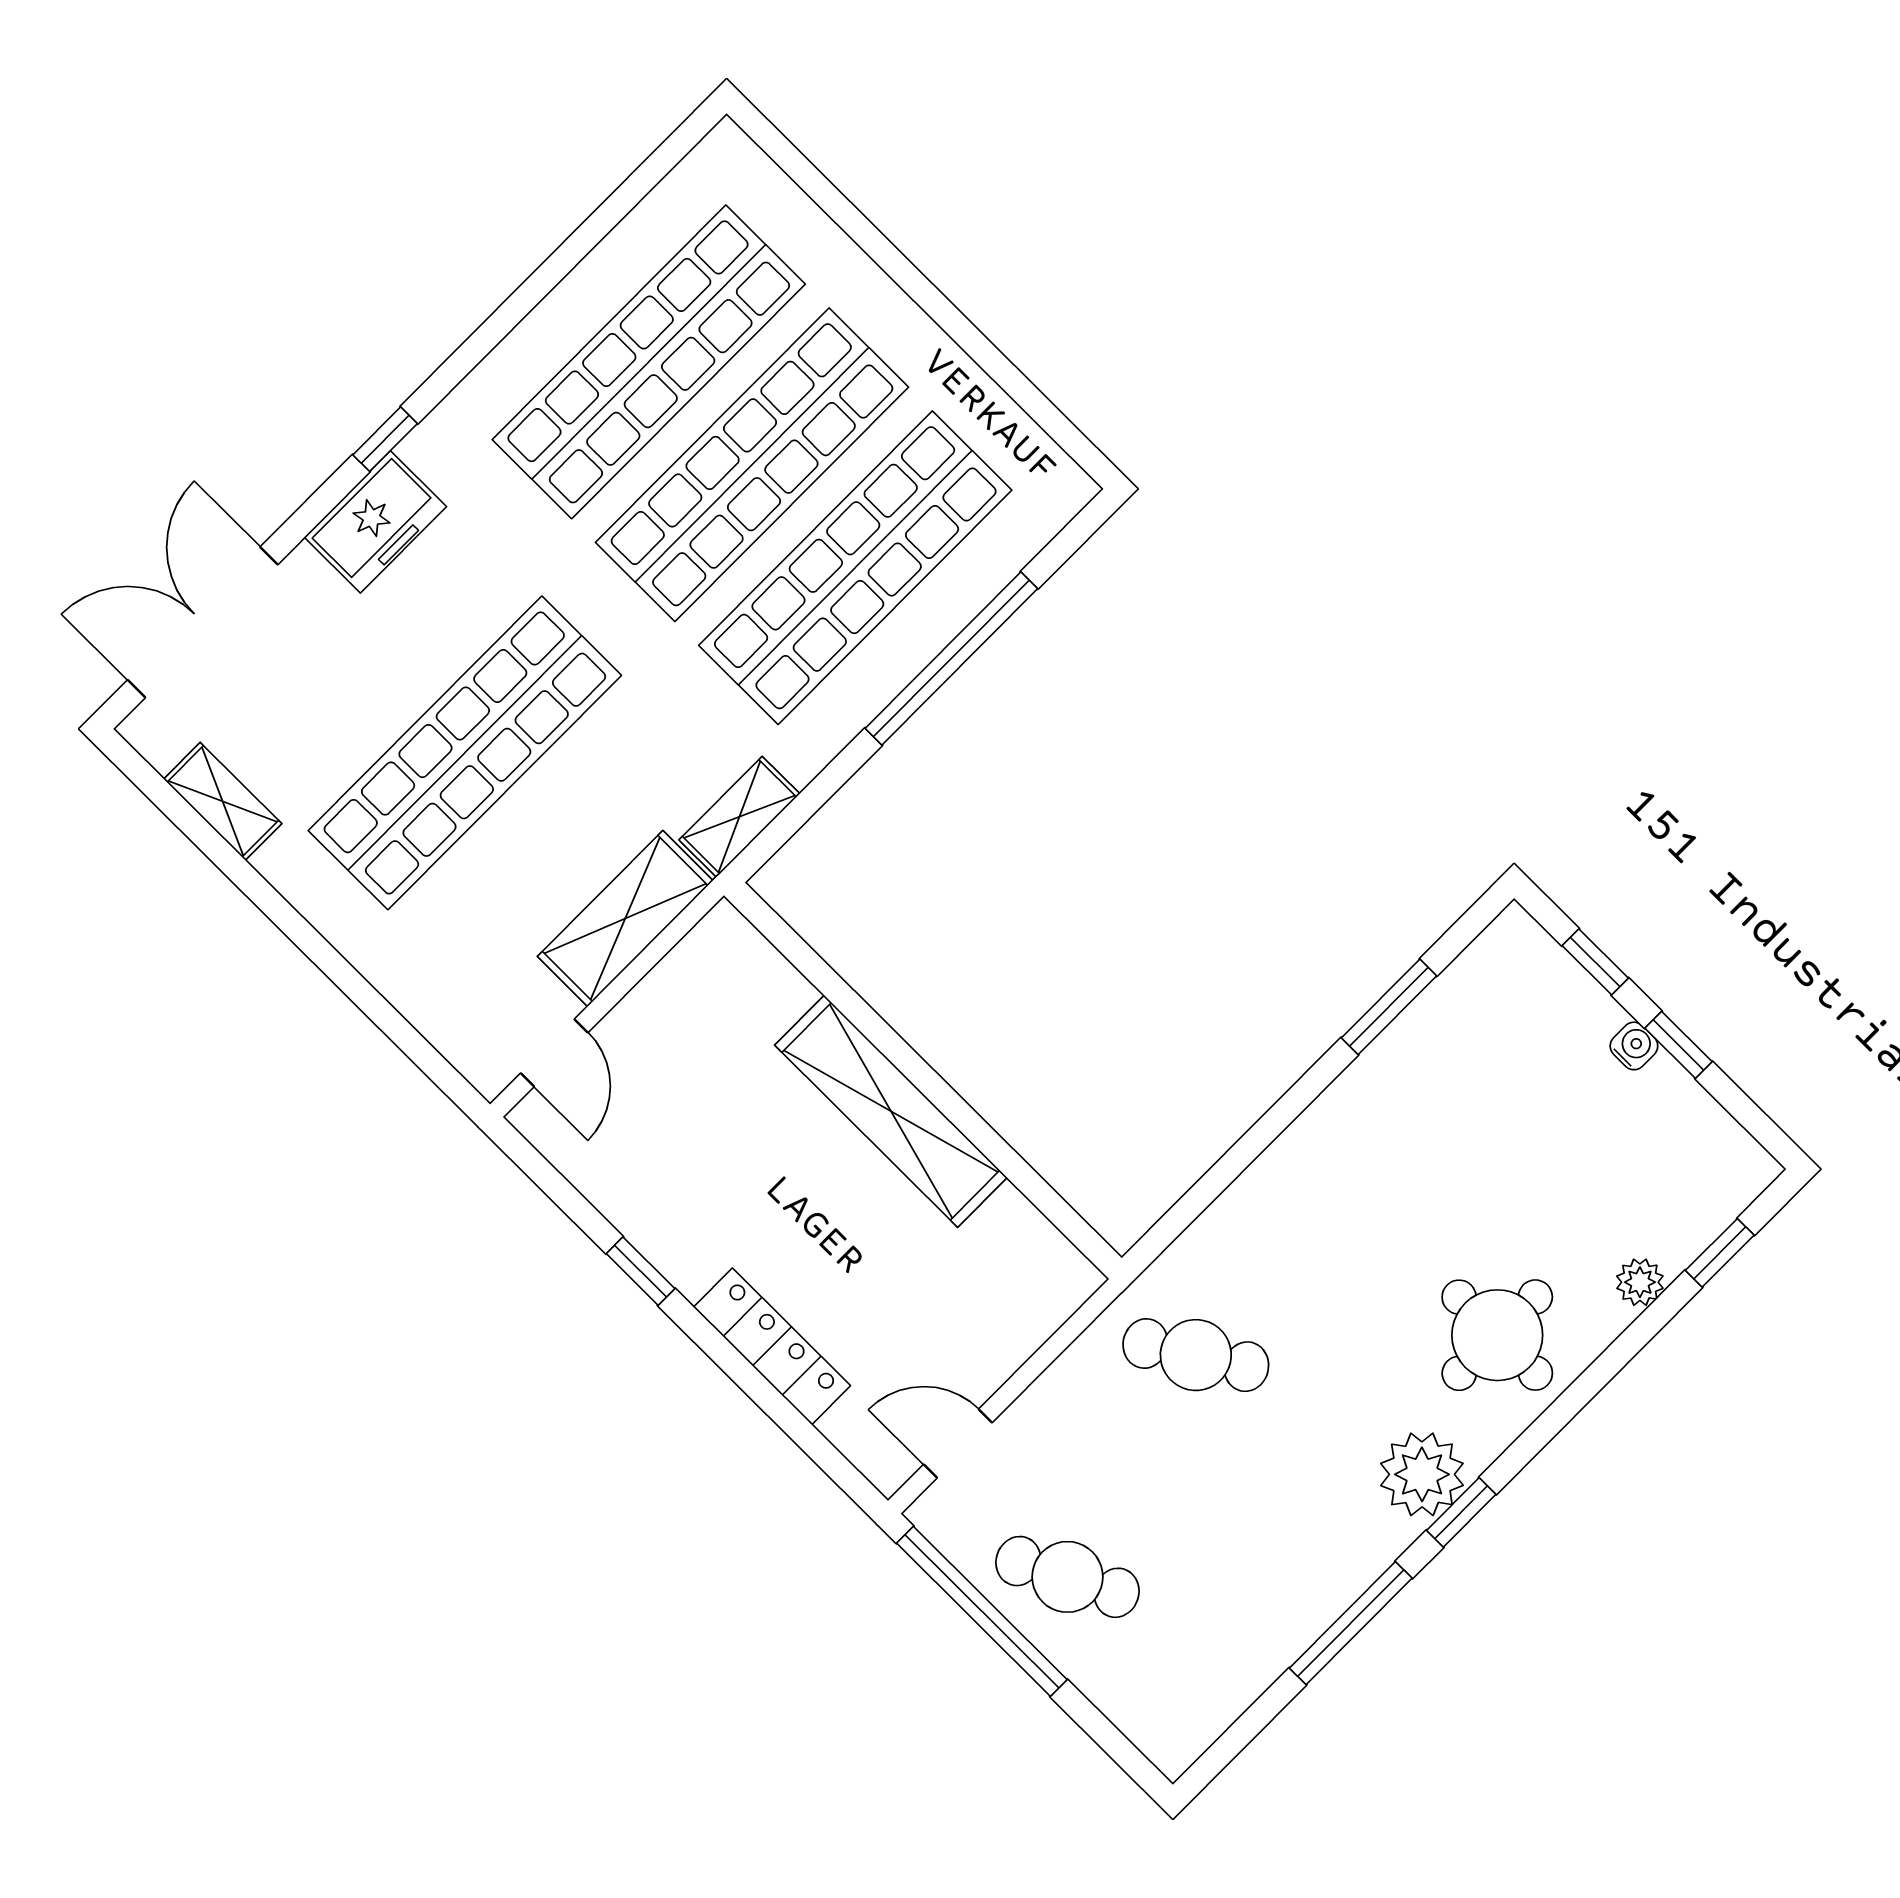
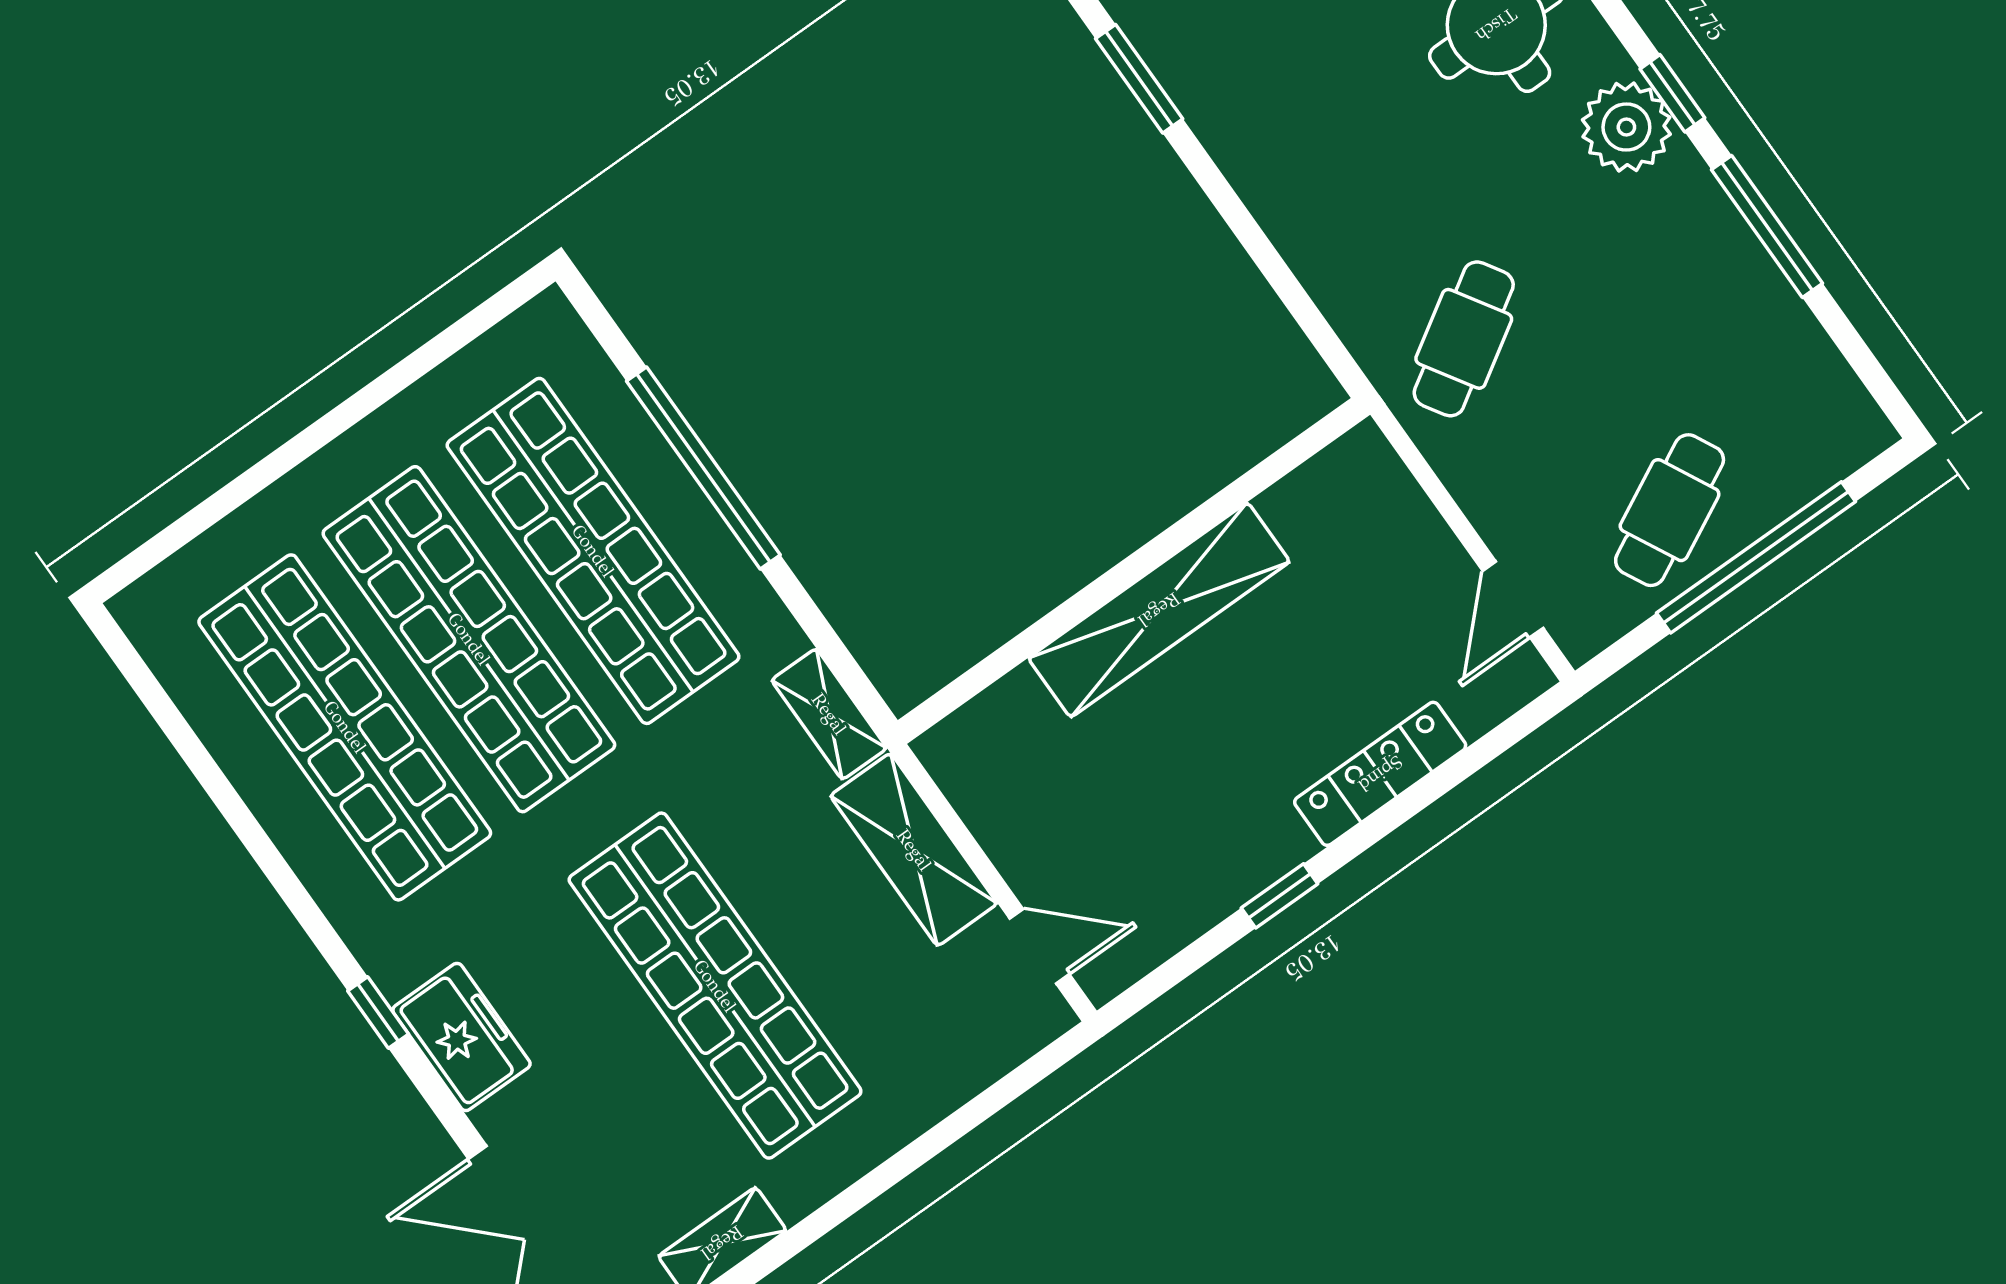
window: (982, 1611) -> (1756, 557), moved

